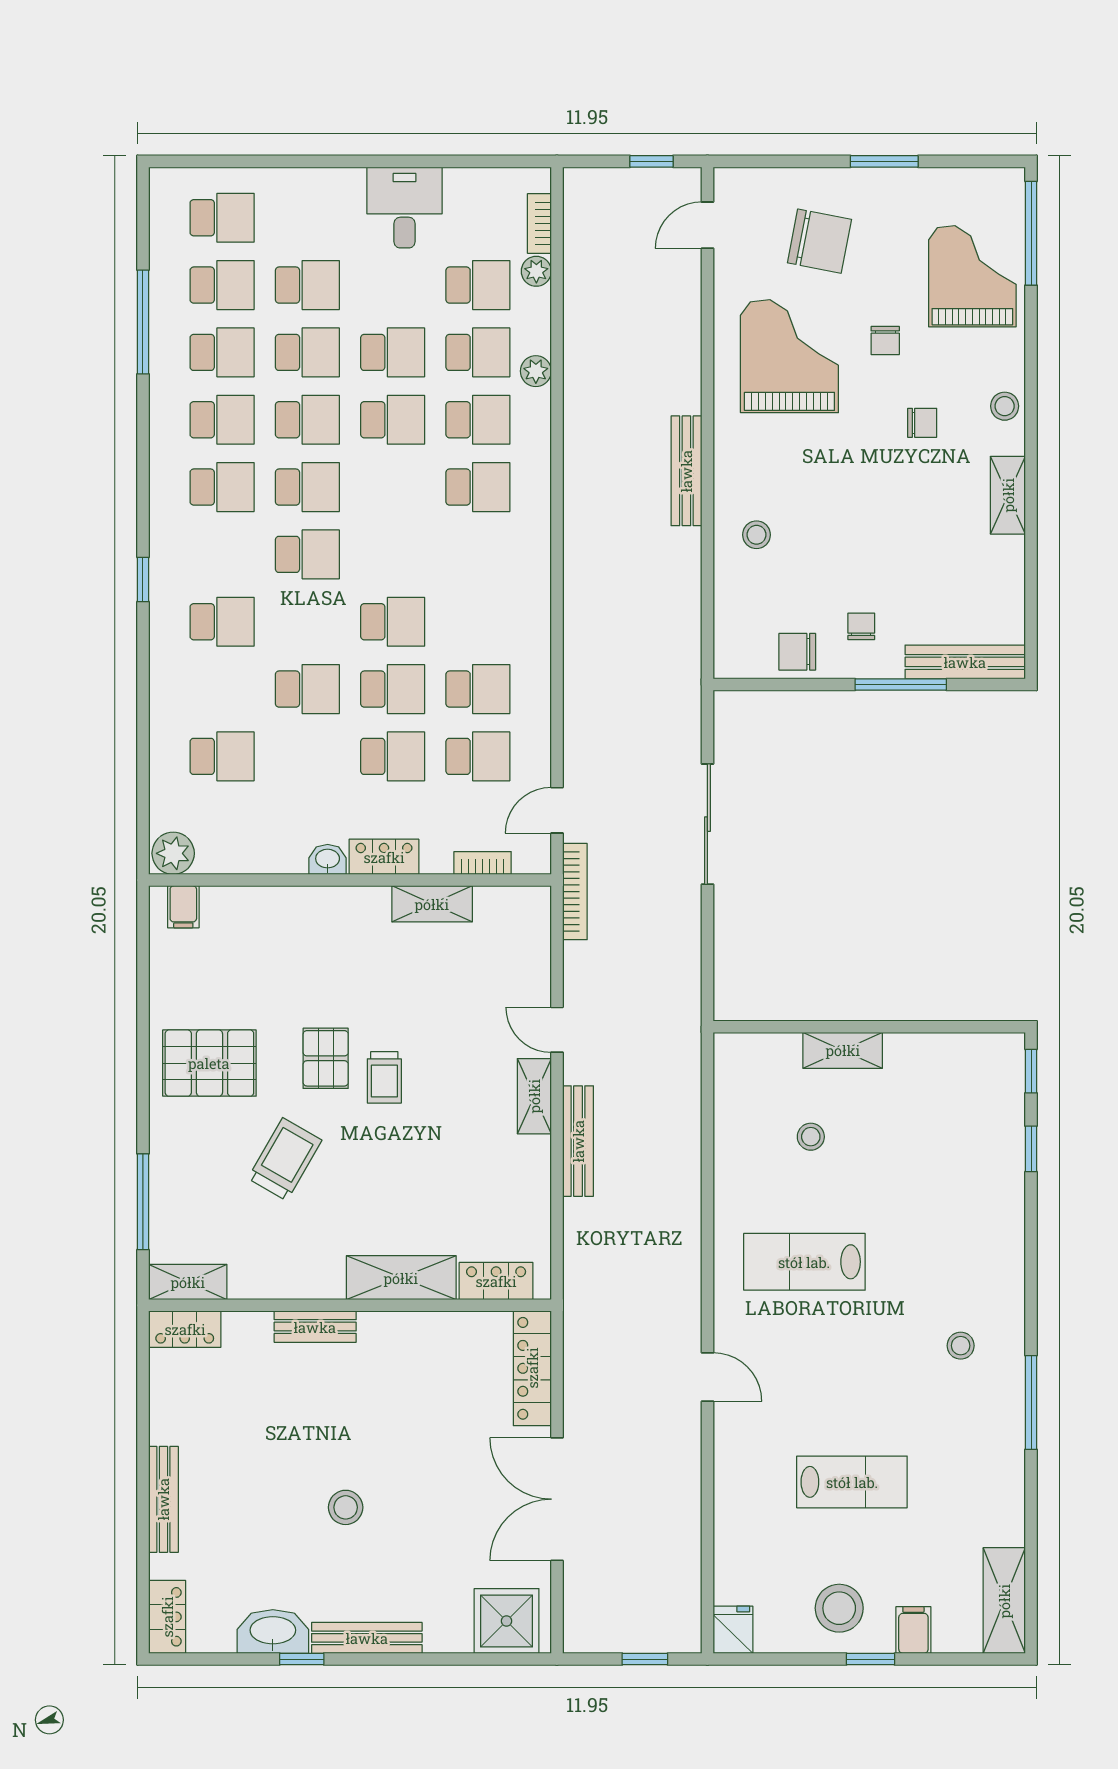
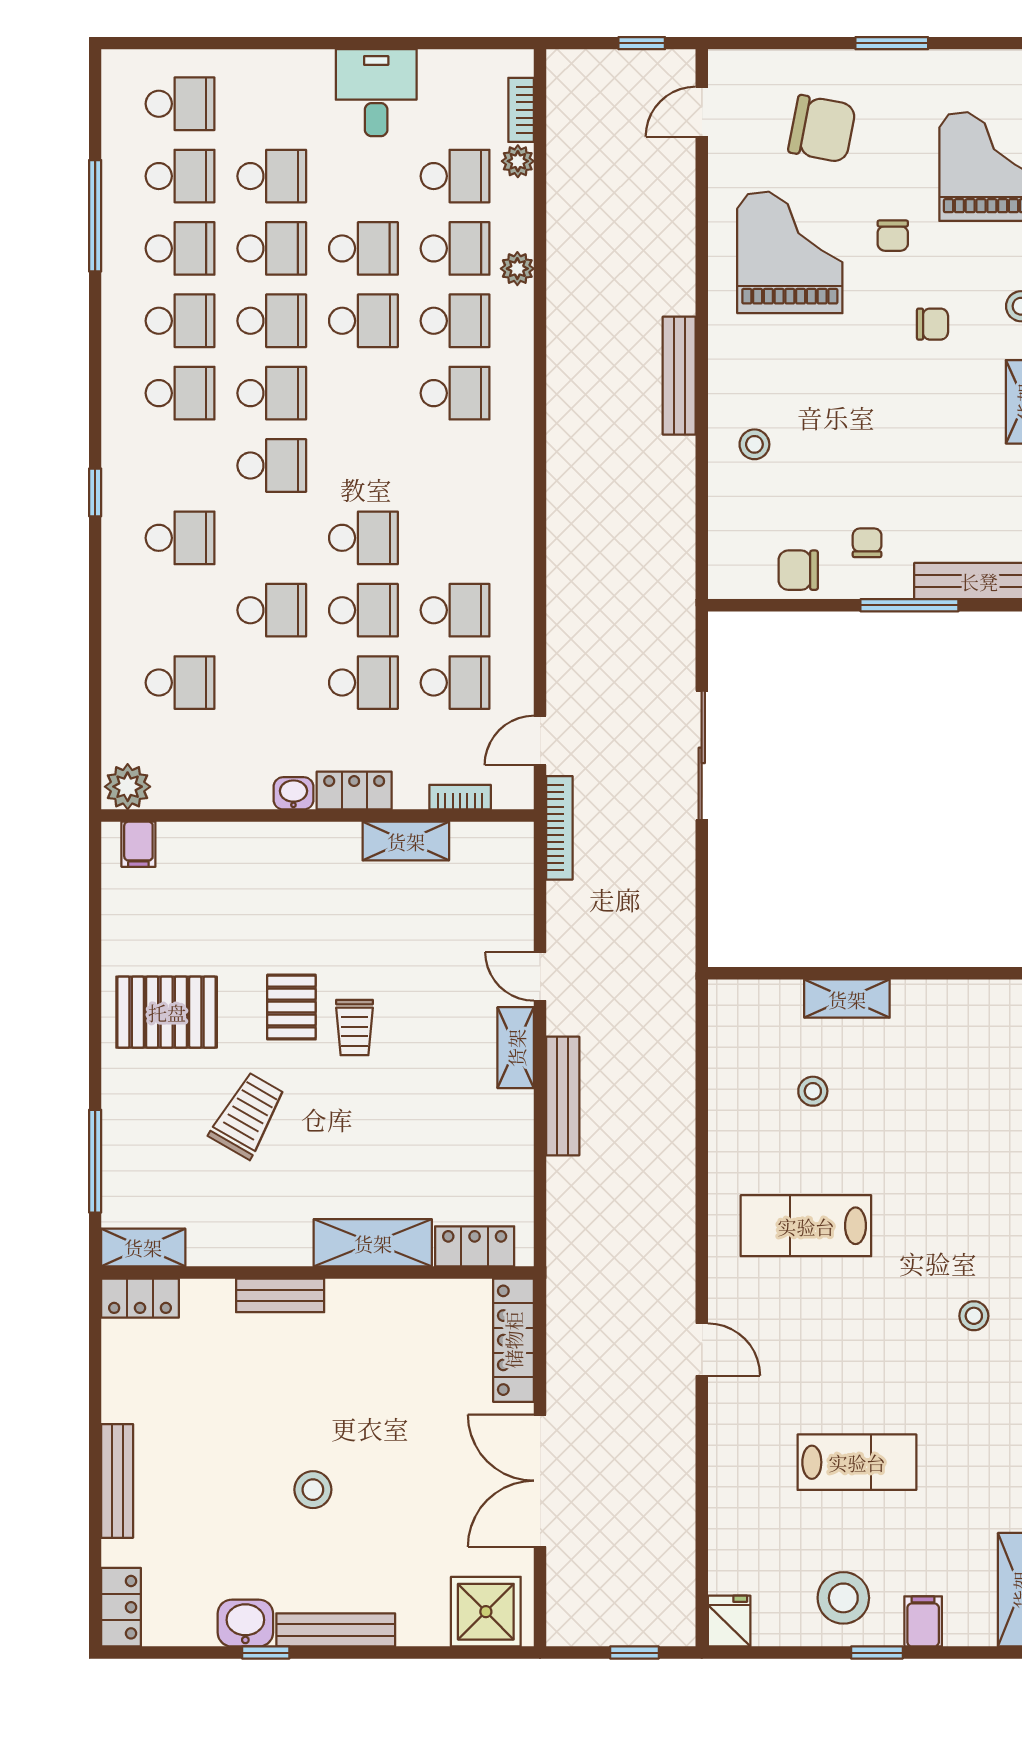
washbasin: (273, 1632) -> (245, 1623), width x0.72

